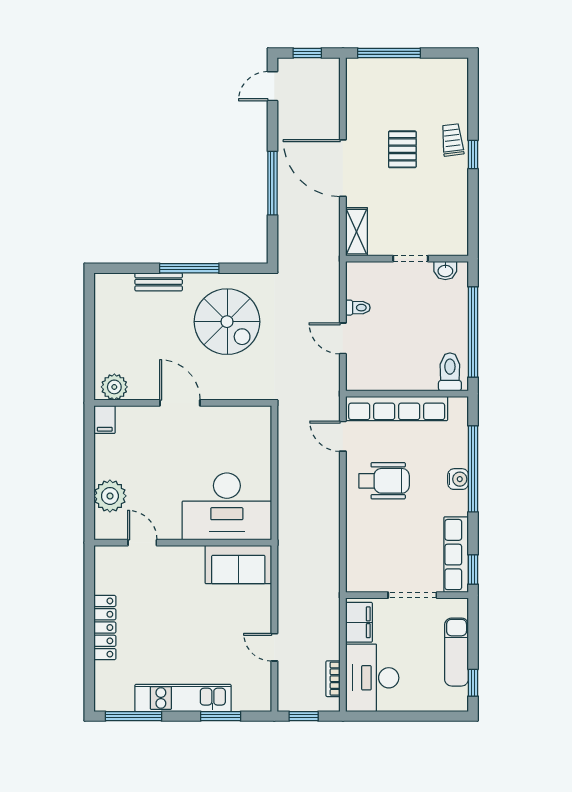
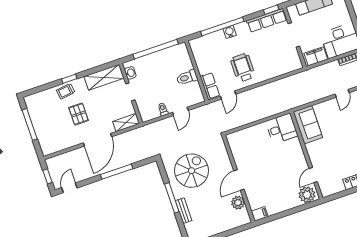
window: (389, 53) -> (30, 124), moved
door: (272, 86) -> (69, 188), swing flipped
pallet: (402, 149) -> (78, 114), turned 90
shelving: (454, 219) -> (104, 77), added
toilet: (450, 372) -> (187, 77), moved
plant: (114, 387) -> (238, 203), moved
row of seats: (397, 409) -> (210, 86), width x0.50
plant: (110, 496) -> (307, 195), moved
desk: (227, 506) -> (282, 129), width x0.53, depth x0.77

